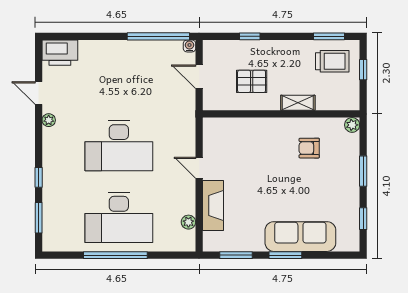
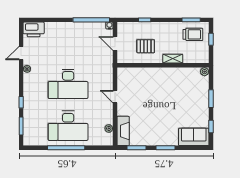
door: (39, 93) -> (21, 53), hinge flipped
armchair: (309, 148) -> (179, 85), removed
fireplace: (213, 205) -> (123, 131), moved
sofa: (300, 237) -> (194, 137), moved, width x0.73

